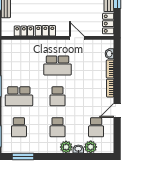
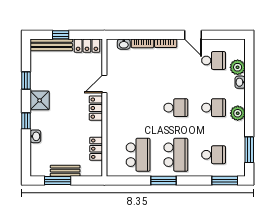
locker: (45, 31) -> (96, 108), moved
school desk: (57, 65) -> (138, 155), moved
plant: (66, 147) -> (238, 113), moved

